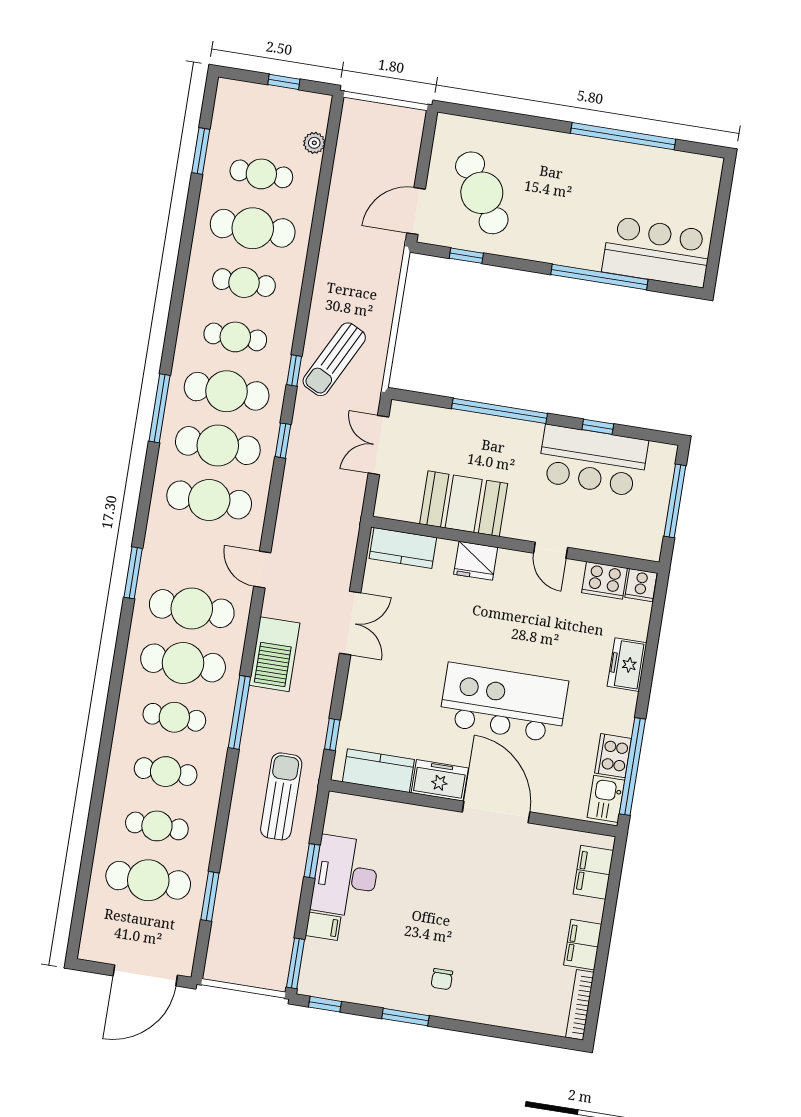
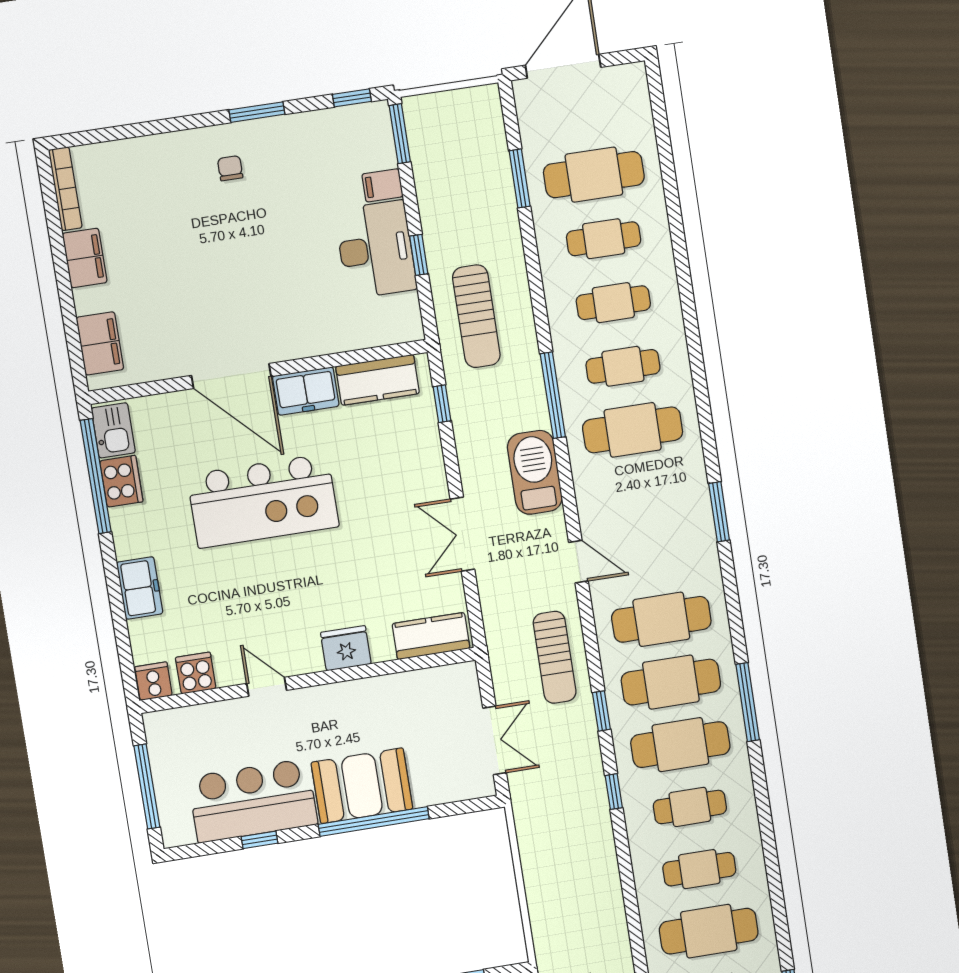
sun lounger: (334, 359) -> (555, 657), moved, turned 153
booth: (464, 504) -> (362, 786), moved
cooker: (605, 580) -> (196, 673), width x0.73
cafe table: (192, 609) -> (642, 493), removed

